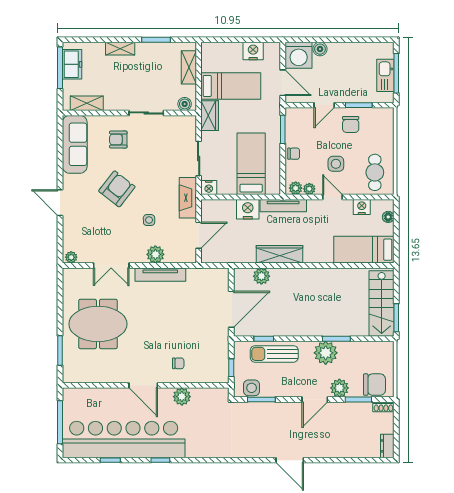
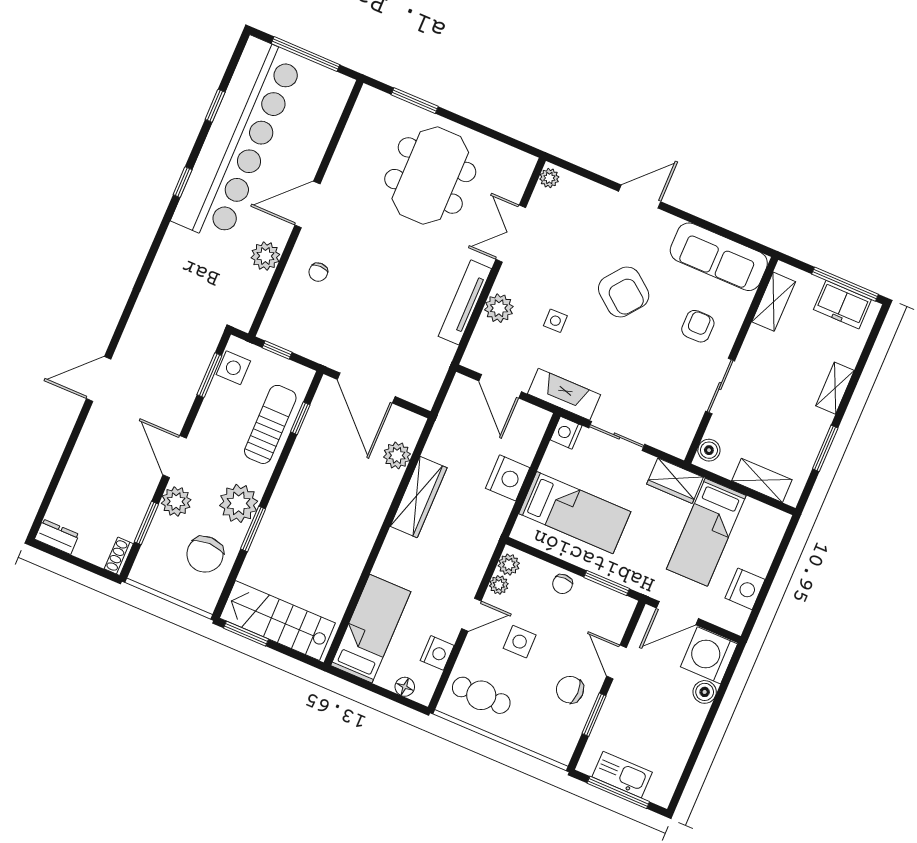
tv unit: (283, 206) -> (490, 534), removed
chair: (374, 385) -> (205, 554), moved

